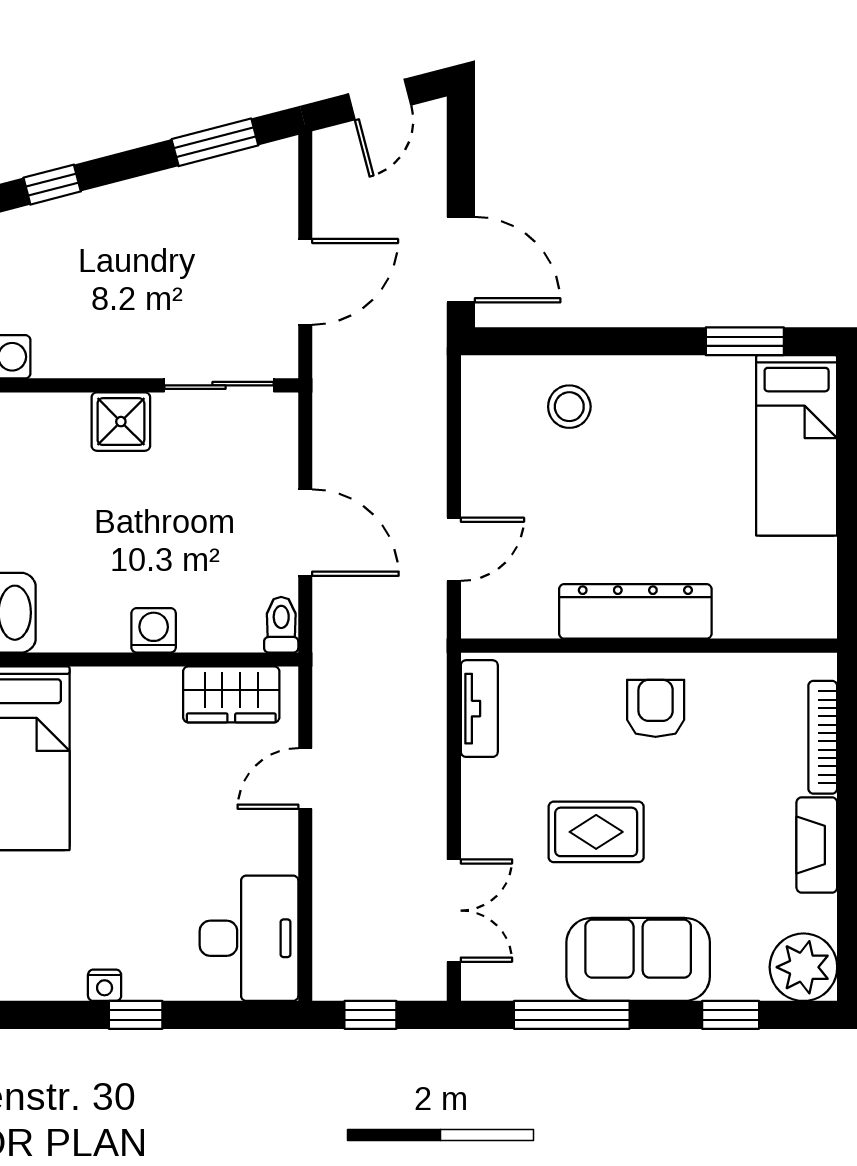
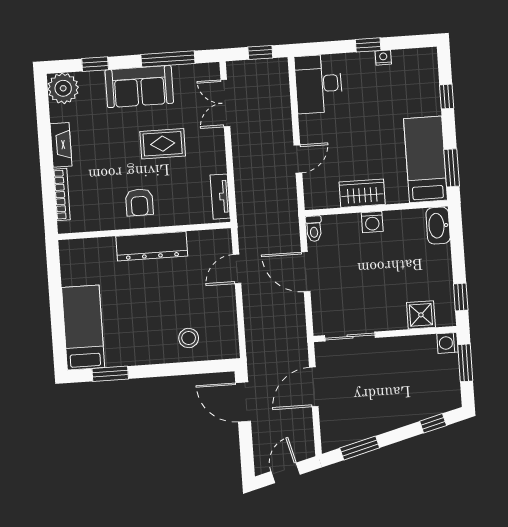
shower: (121, 422) -> (421, 315), moved
wardrobe: (231, 694) -> (362, 193), moved

